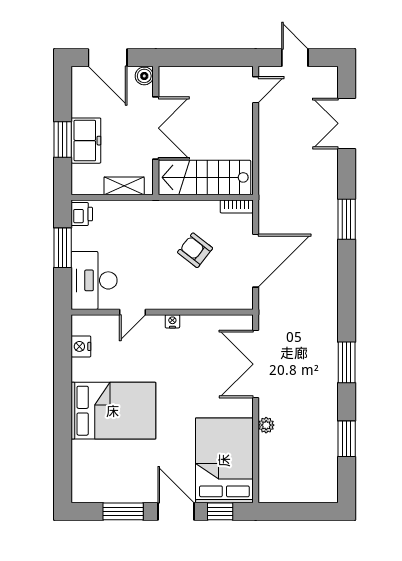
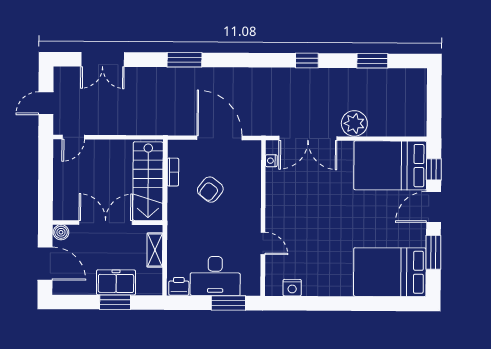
door: (108, 58) -> (45, 264), hinge flipped
door: (256, 90) -> (73, 137), swing flipped
bookcase: (237, 206) -> (173, 172), moved
window: (63, 248) -> (228, 303), moved
desk: (94, 280) -> (215, 276), moved
nightstand: (172, 321) -> (271, 161), moved
window: (347, 362) -> (307, 60), width x0.67
bed: (113, 411) -> (390, 272), moved, turned -90
plant: (266, 425) -> (354, 123), width x1.88, depth x1.88

